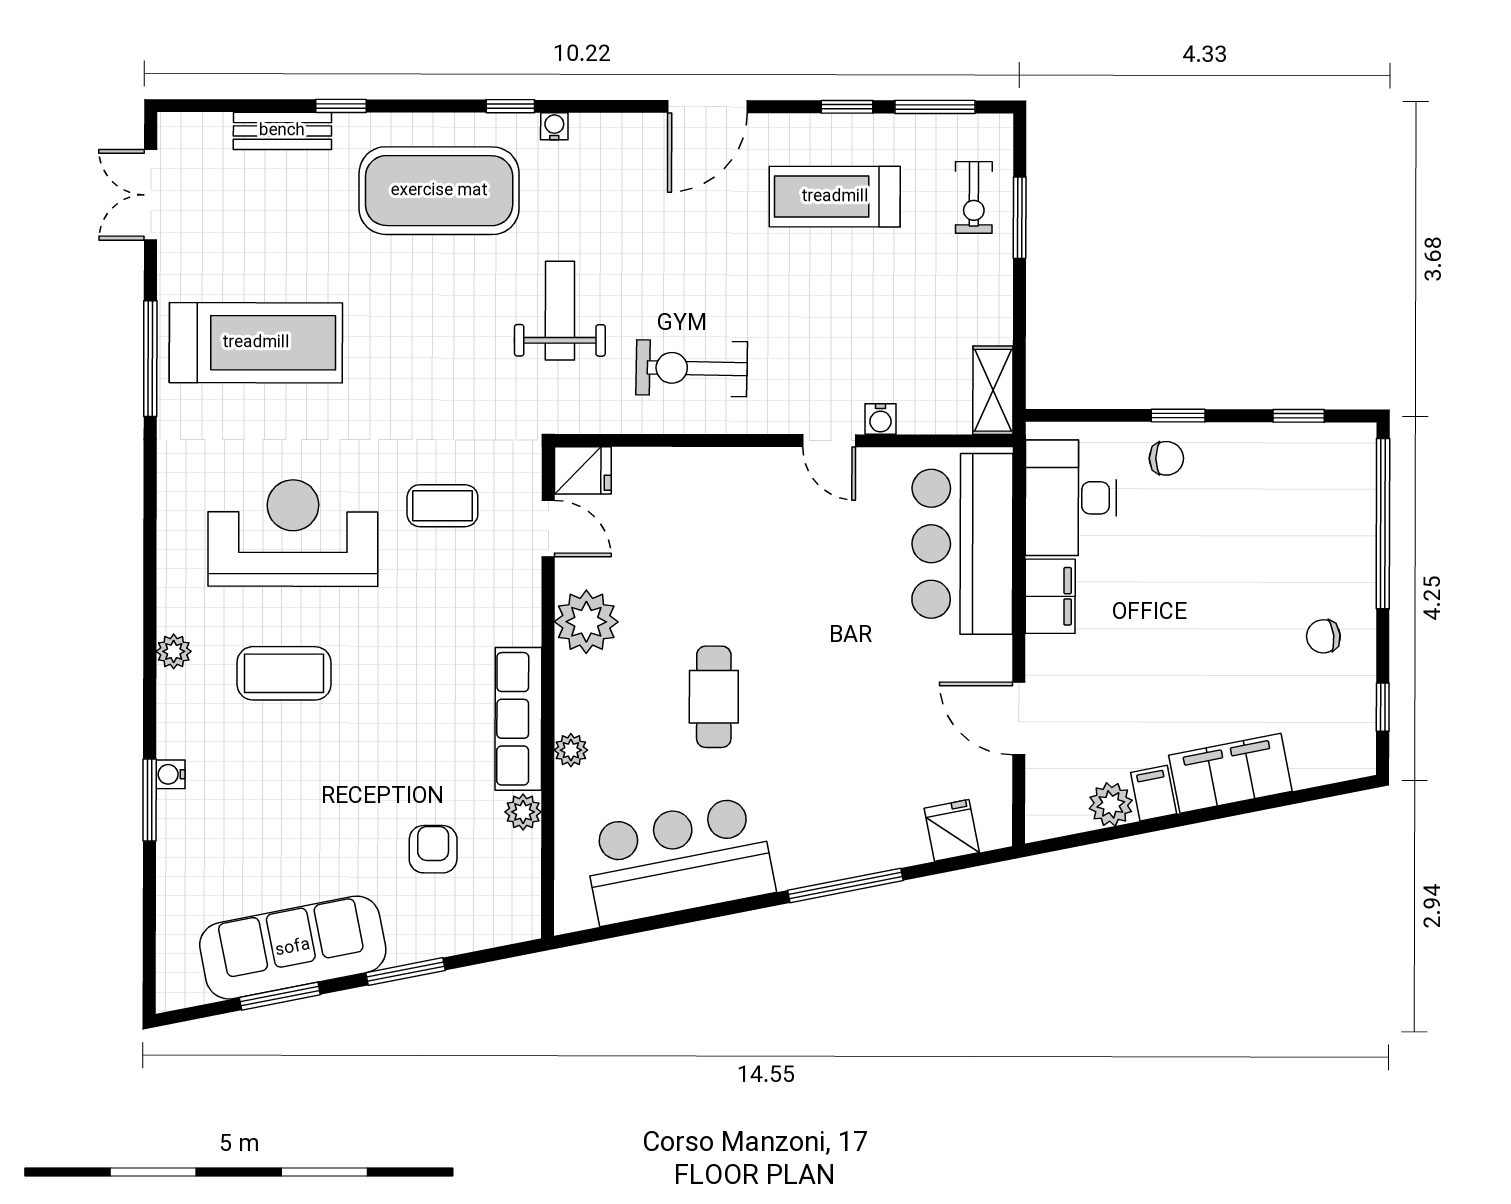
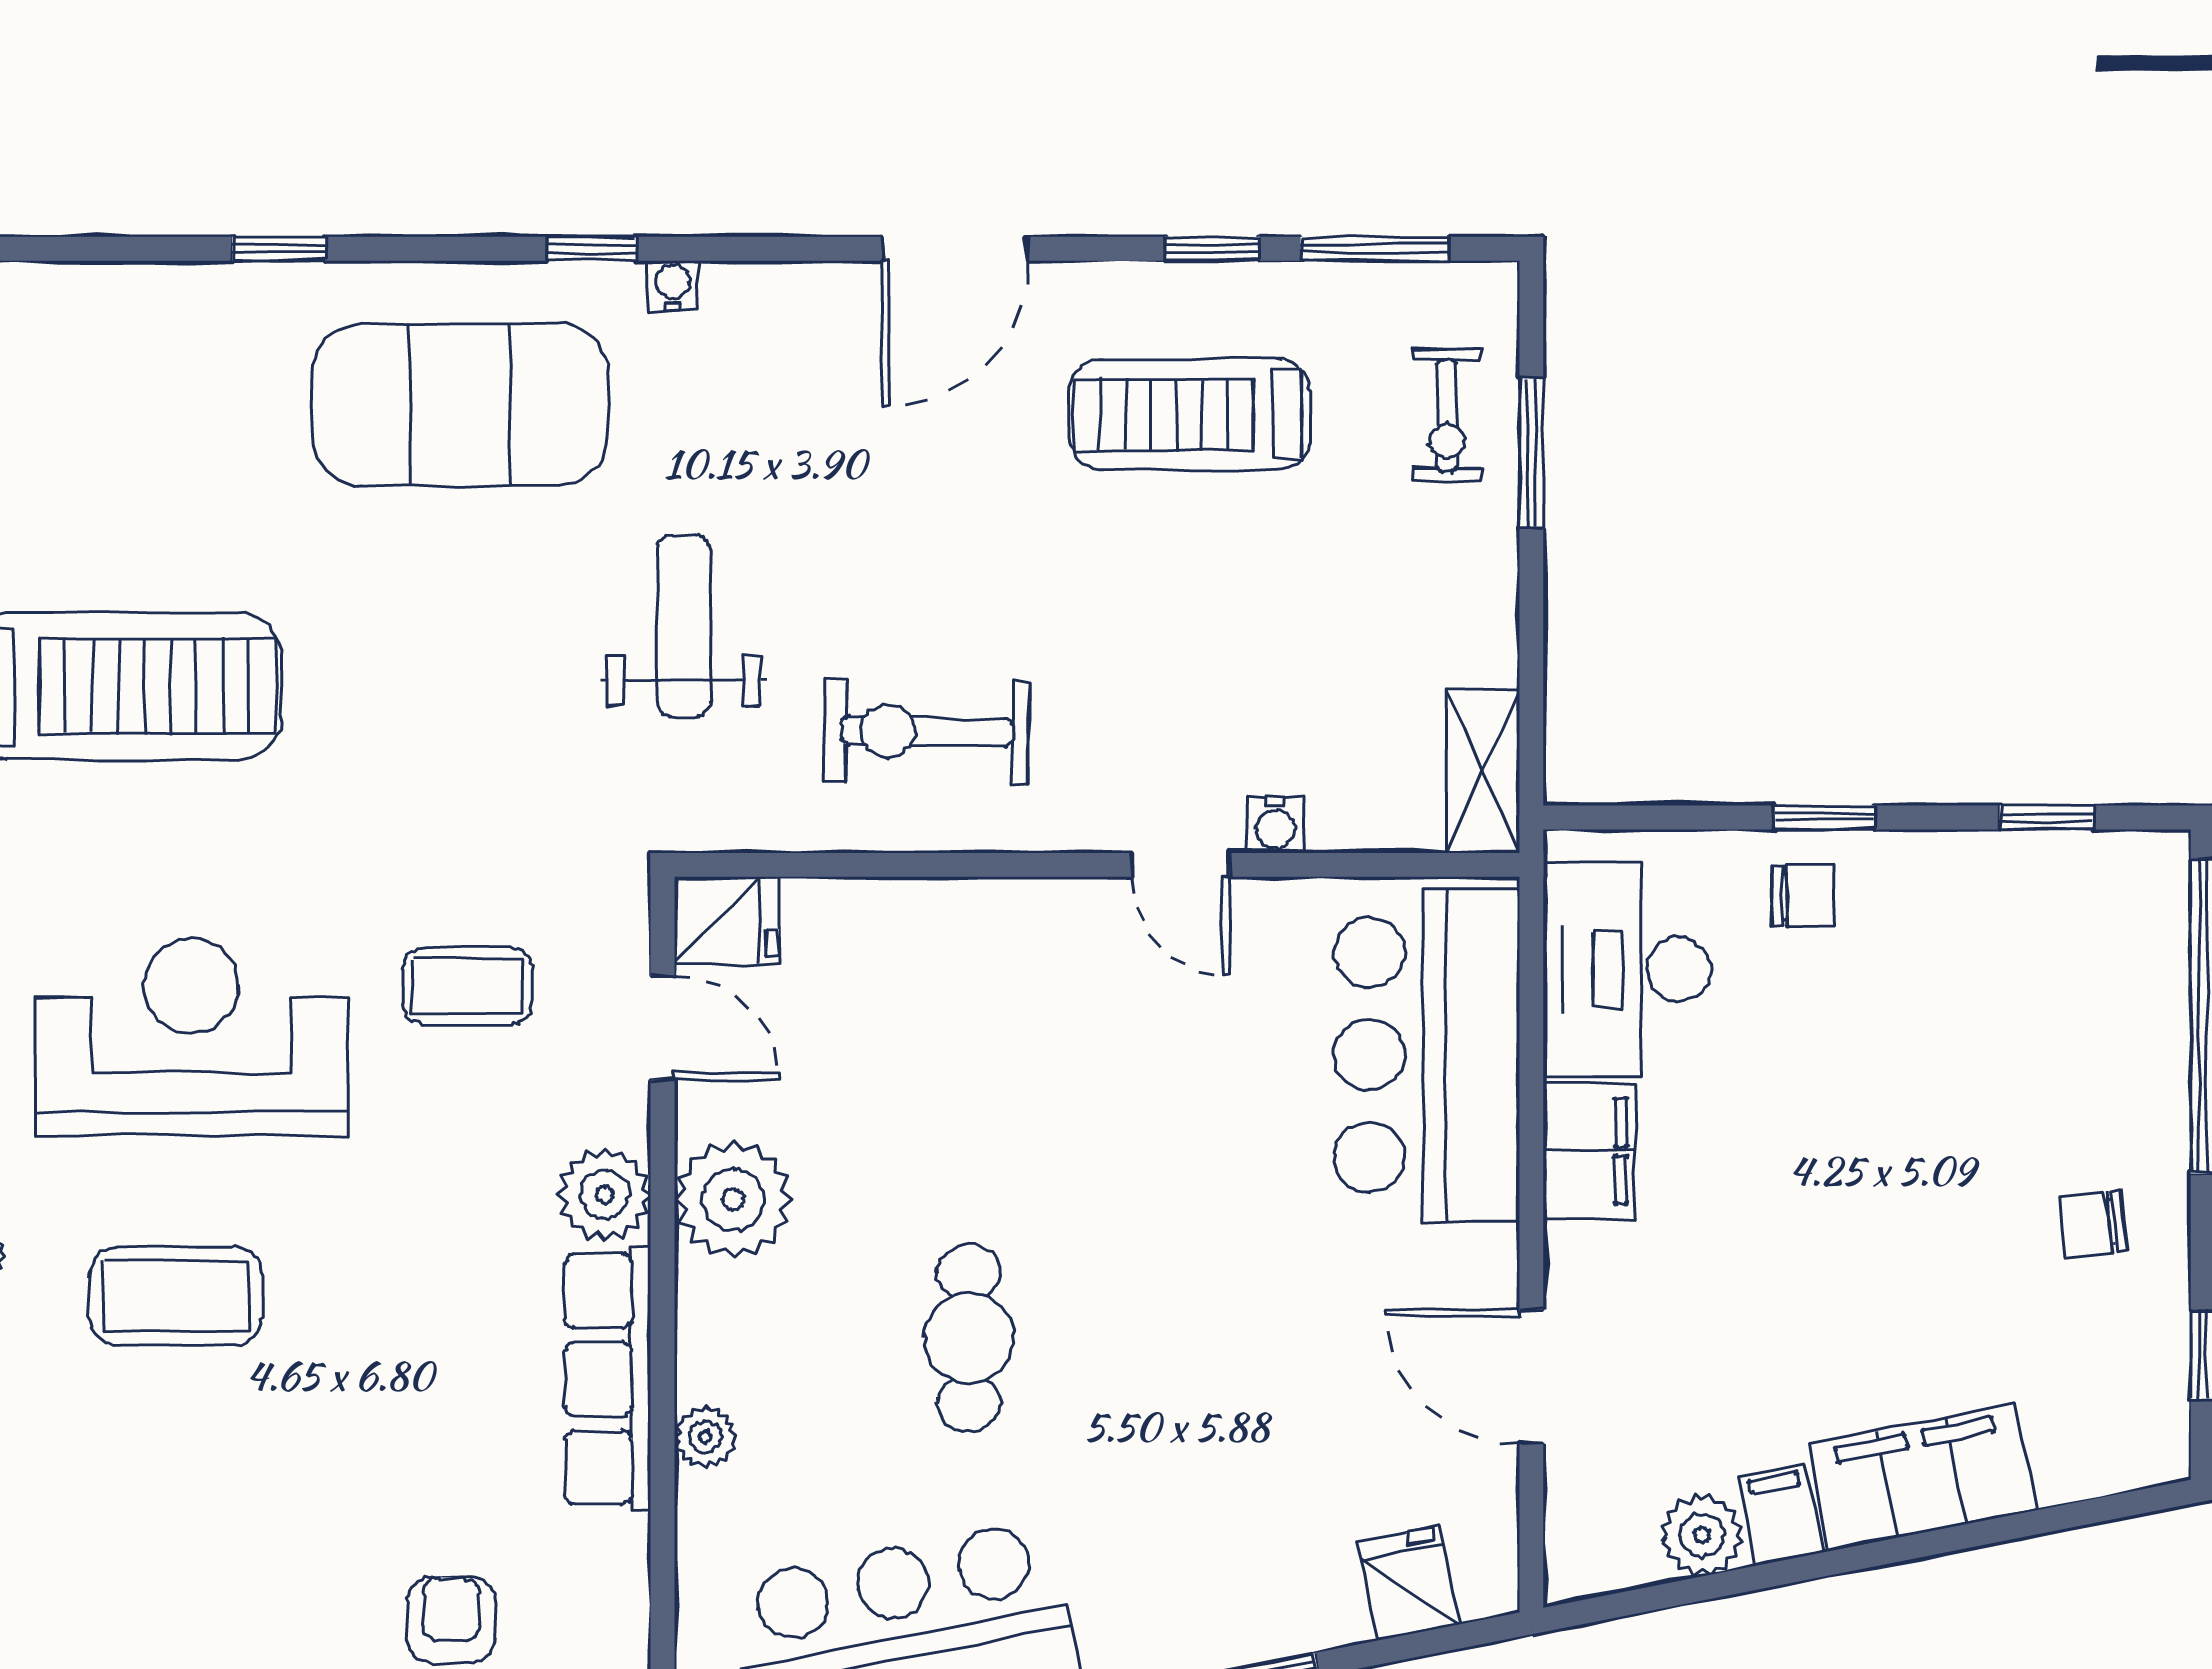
bench: (282, 131) -> (171, 295), removed
plant: (523, 812) -> (605, 1195), moved, width x1.38, depth x1.38

